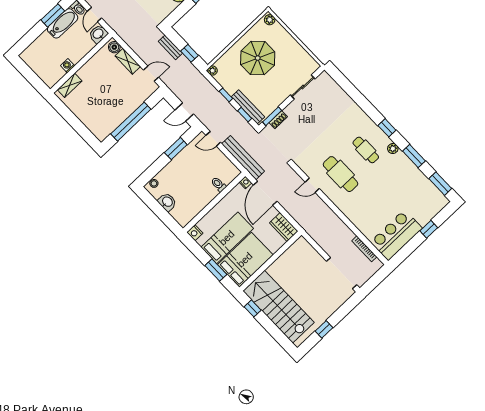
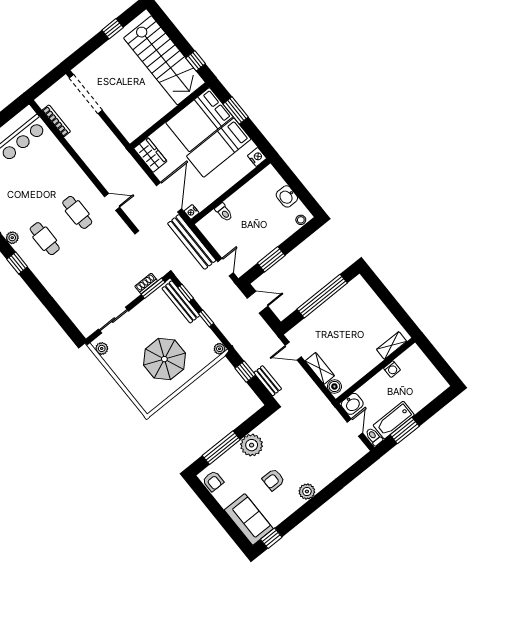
plant: (270, 20) -> (102, 348), moved
door: (213, 139) -> (226, 267), hinge flipped
cafe table: (340, 174) -> (77, 212), width x0.73, depth x0.74

